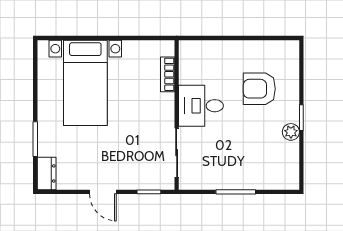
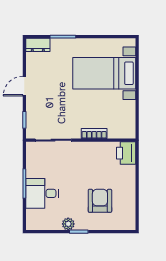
printer: (194, 53) -> (126, 153), added
bookcase: (168, 74) -> (94, 134), moved
desk: (201, 106) -> (42, 193), moved, turned -90

